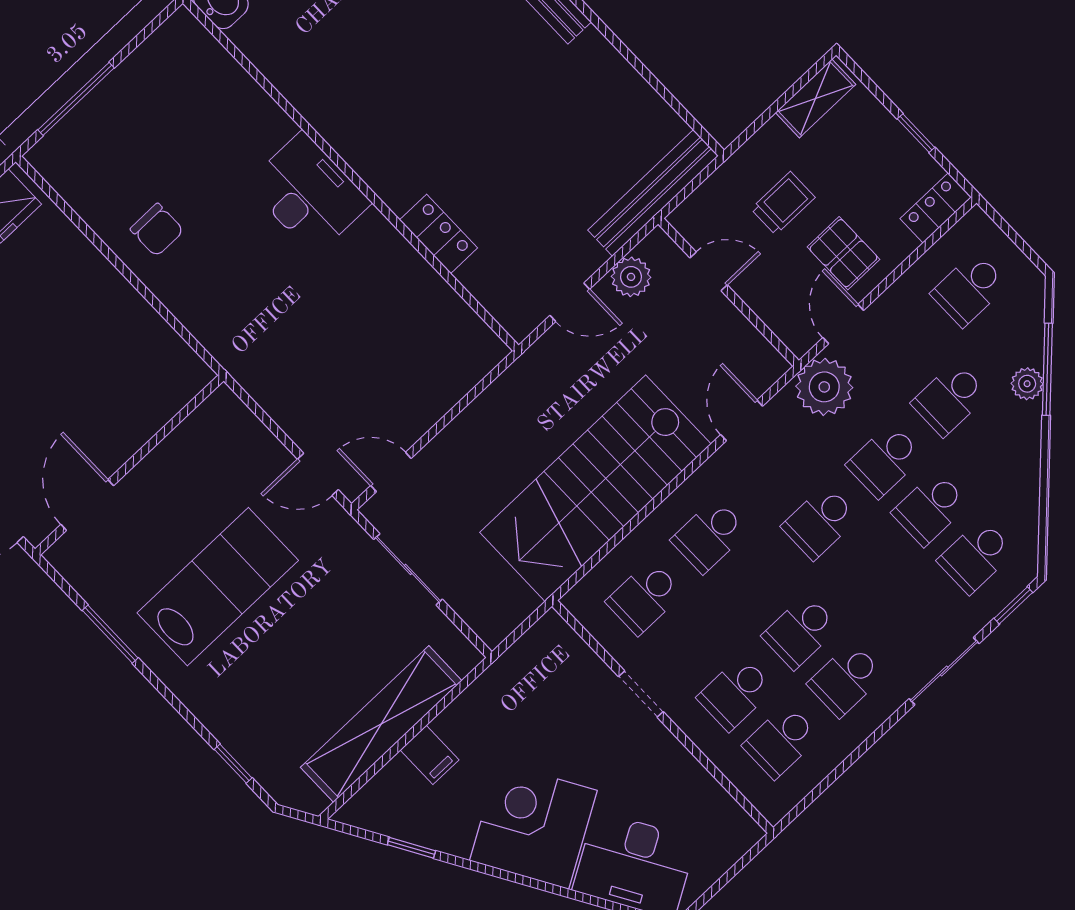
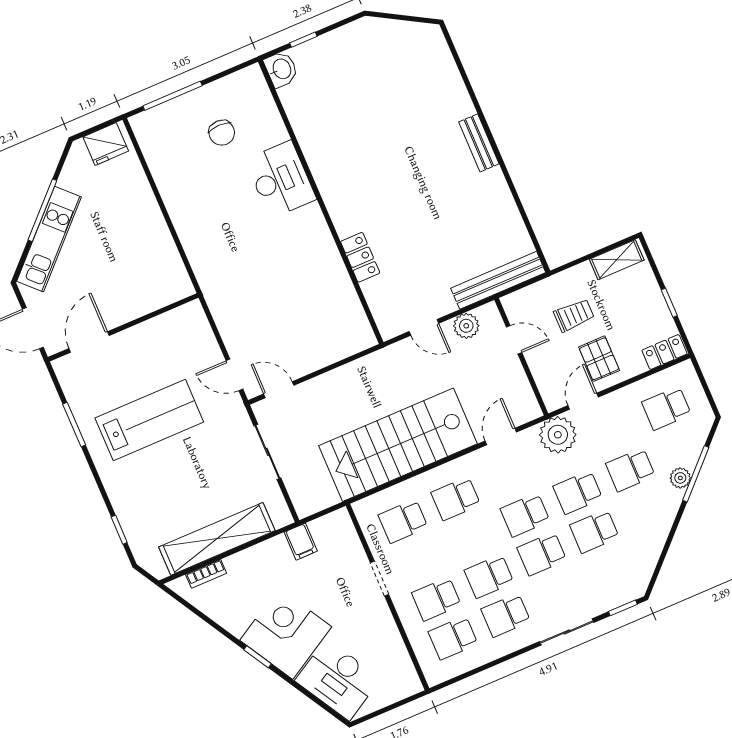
desk: (309, 194) -> (281, 179), moved
chair: (157, 230) -> (222, 133), moved
school desk: (976, 556) -> (542, 554), moved
filing cabinet: (430, 755) -> (301, 542), moved
bookcase: (384, 781) -> (206, 574), added
window: (411, 848) -> (257, 657), moved

